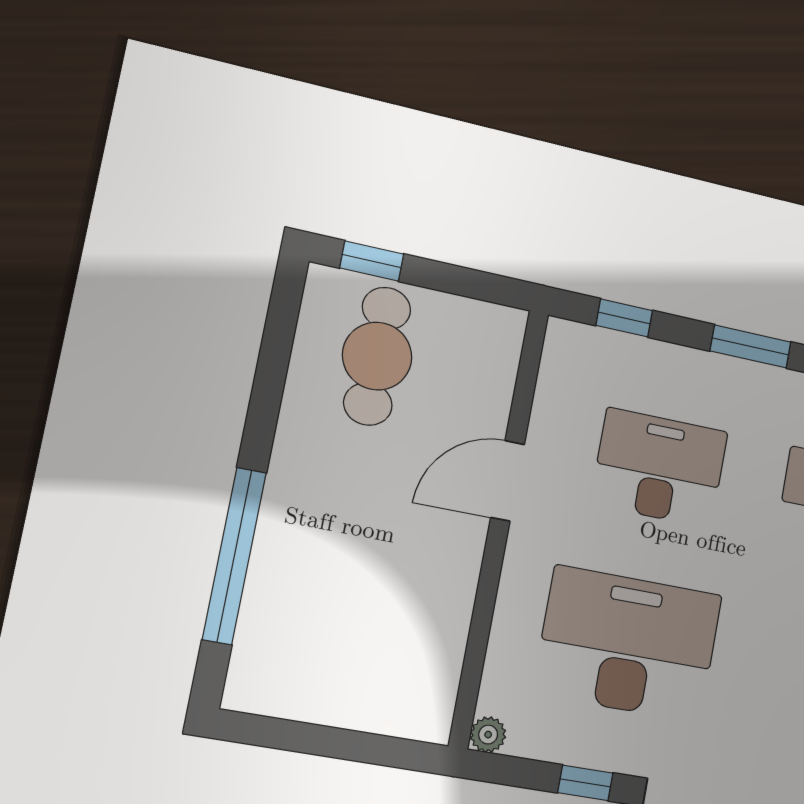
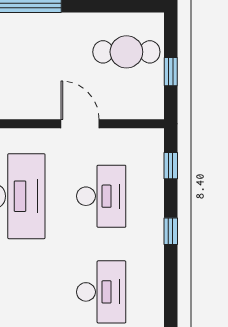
window: (372, 261) -> (171, 72), moved
window: (751, 346) -> (171, 231), width x0.67

